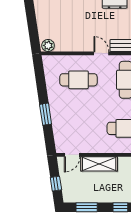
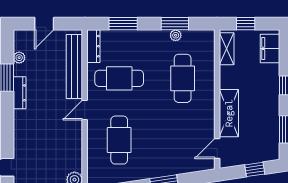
door: (72, 155) -> (217, 148), swing flipped

